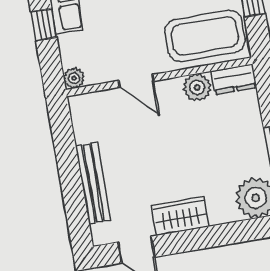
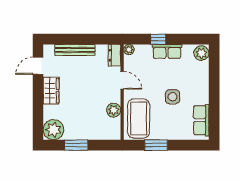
dresser: (234, 79) -> (114, 55), moved
door: (136, 81) -> (122, 80), swing flipped

